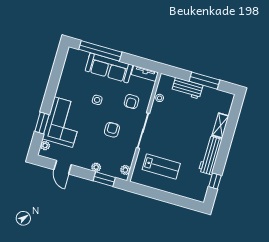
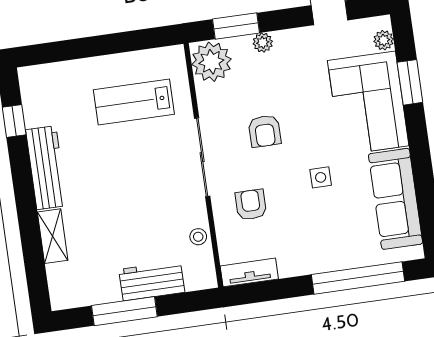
sofa: (109, 68) -> (396, 199), moved, turned -90
plant: (125, 170) -> (211, 62), width x1.87, depth x1.87

